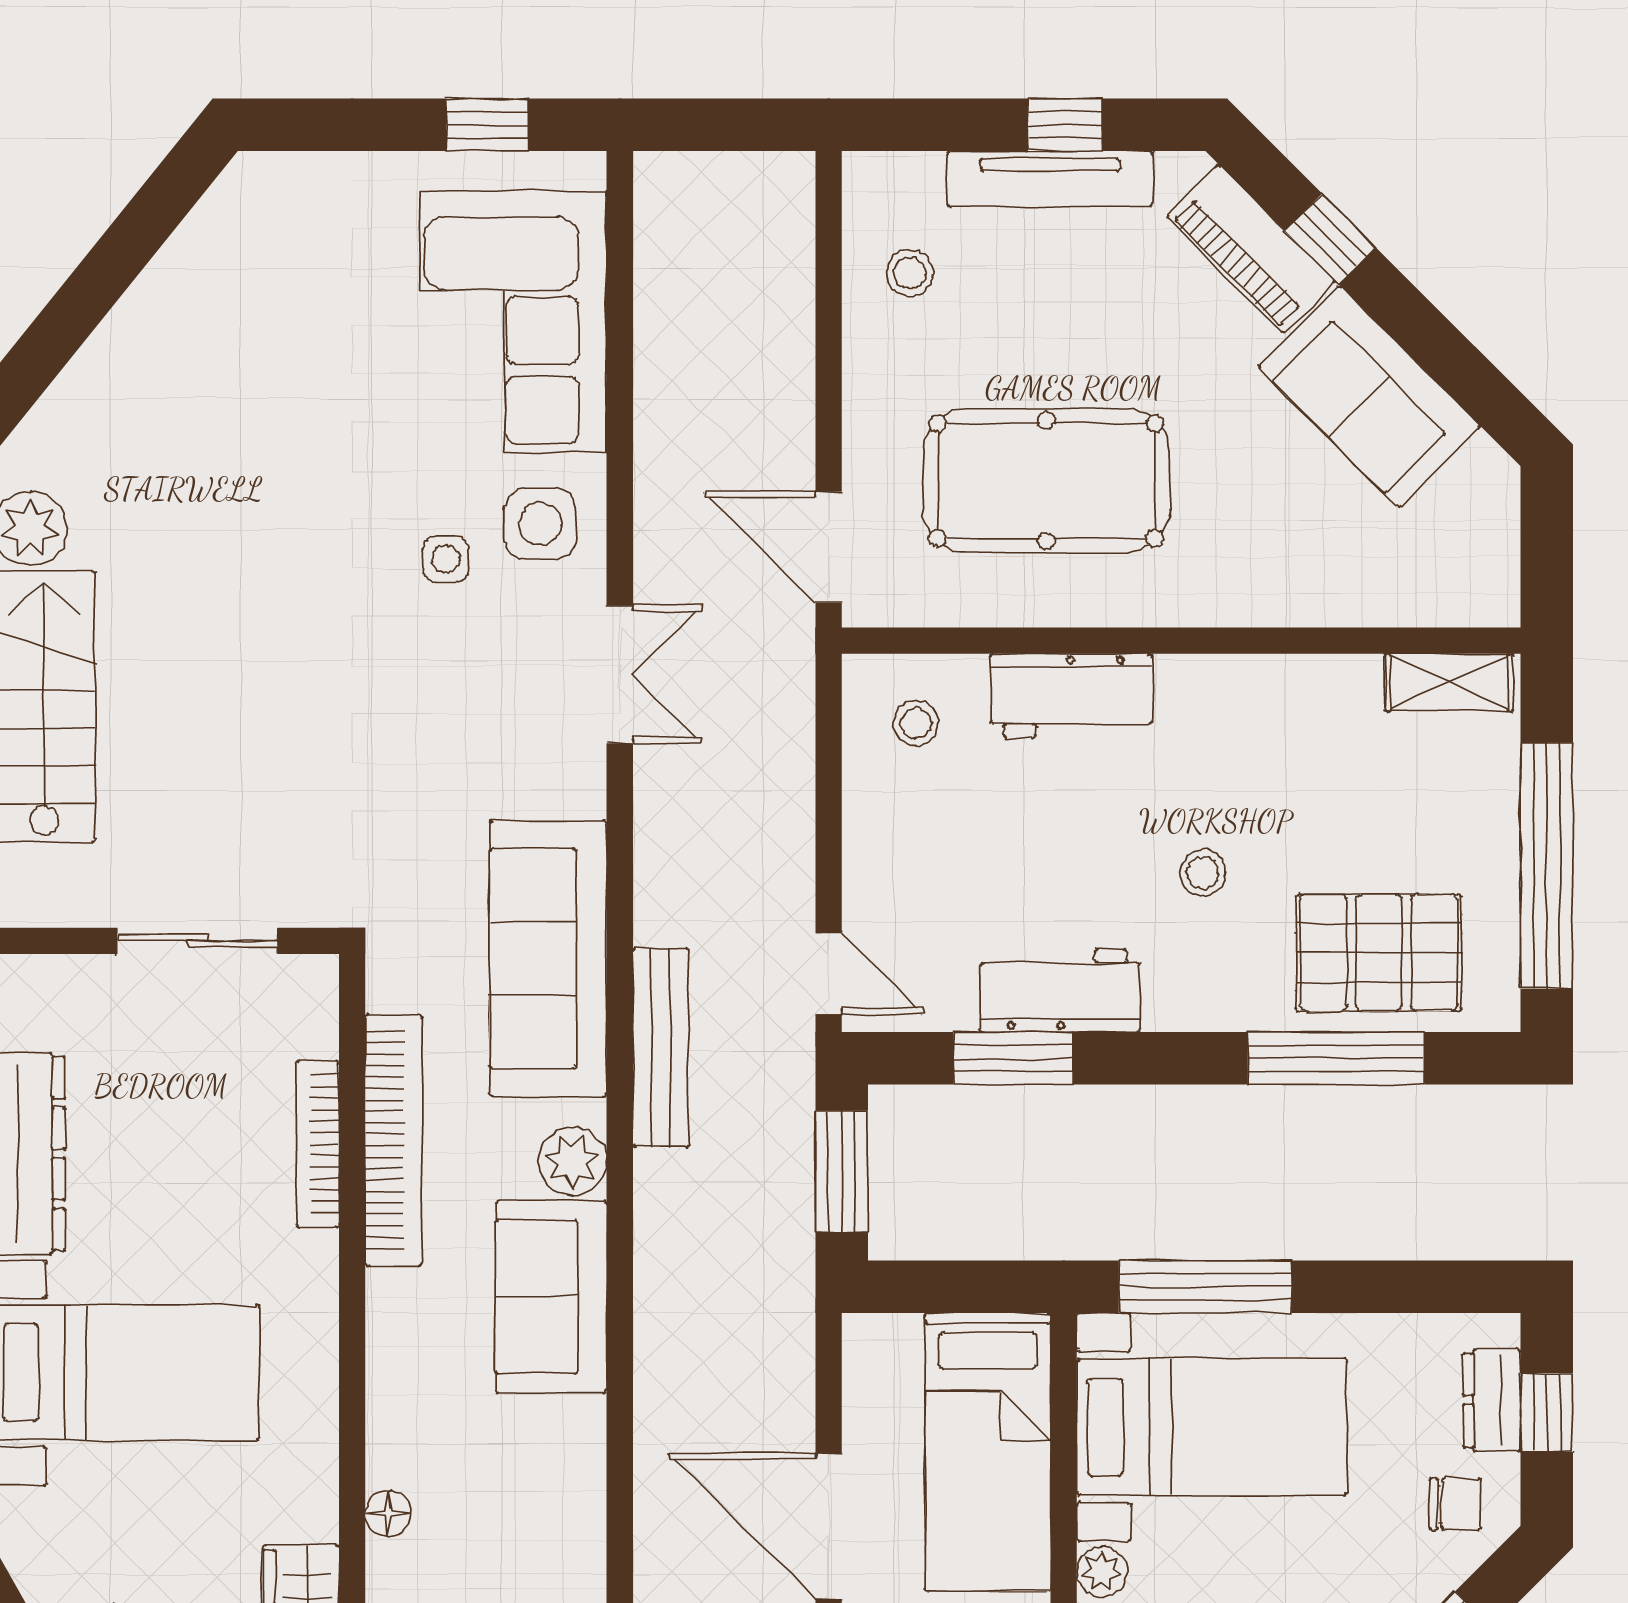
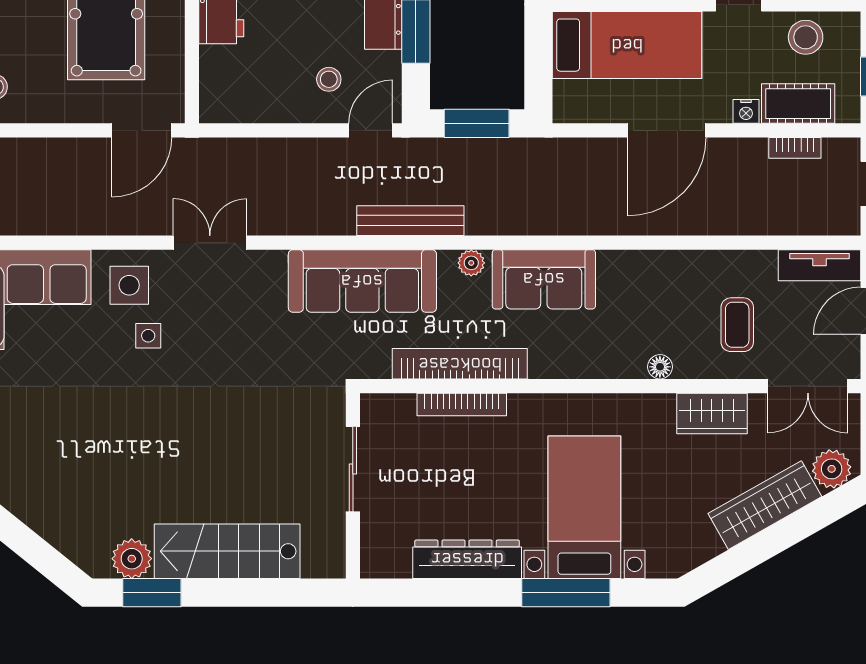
stool: (916, 723) -> (329, 79), moved
plant: (572, 1161) -> (471, 263), width x0.73, depth x0.73

